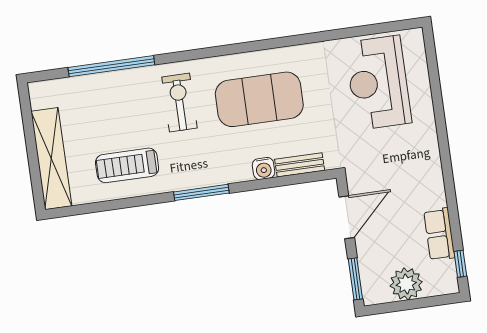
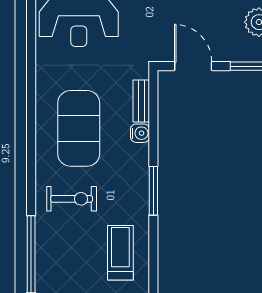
exercise bike: (179, 102) -> (72, 199), turned 180
treadmill: (127, 165) -> (120, 253), turned 180

